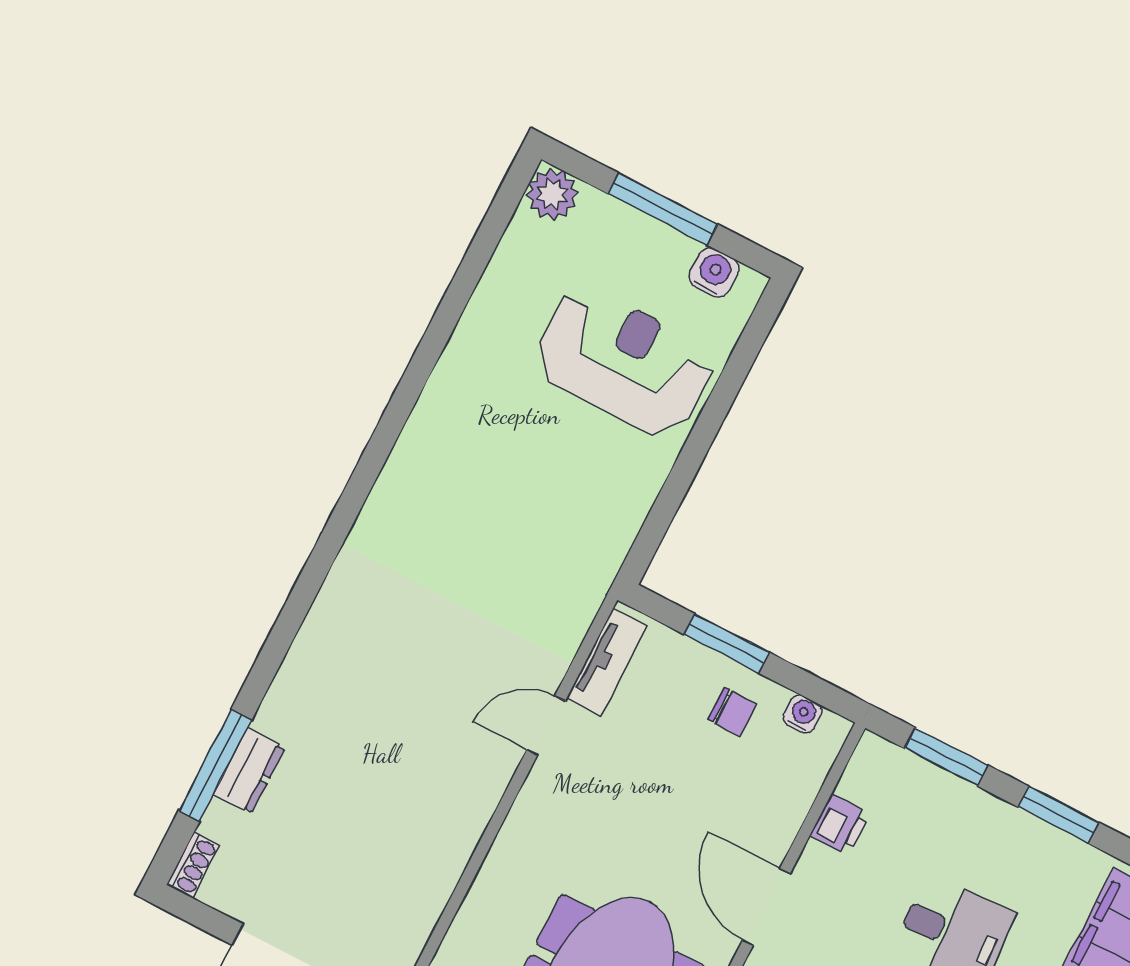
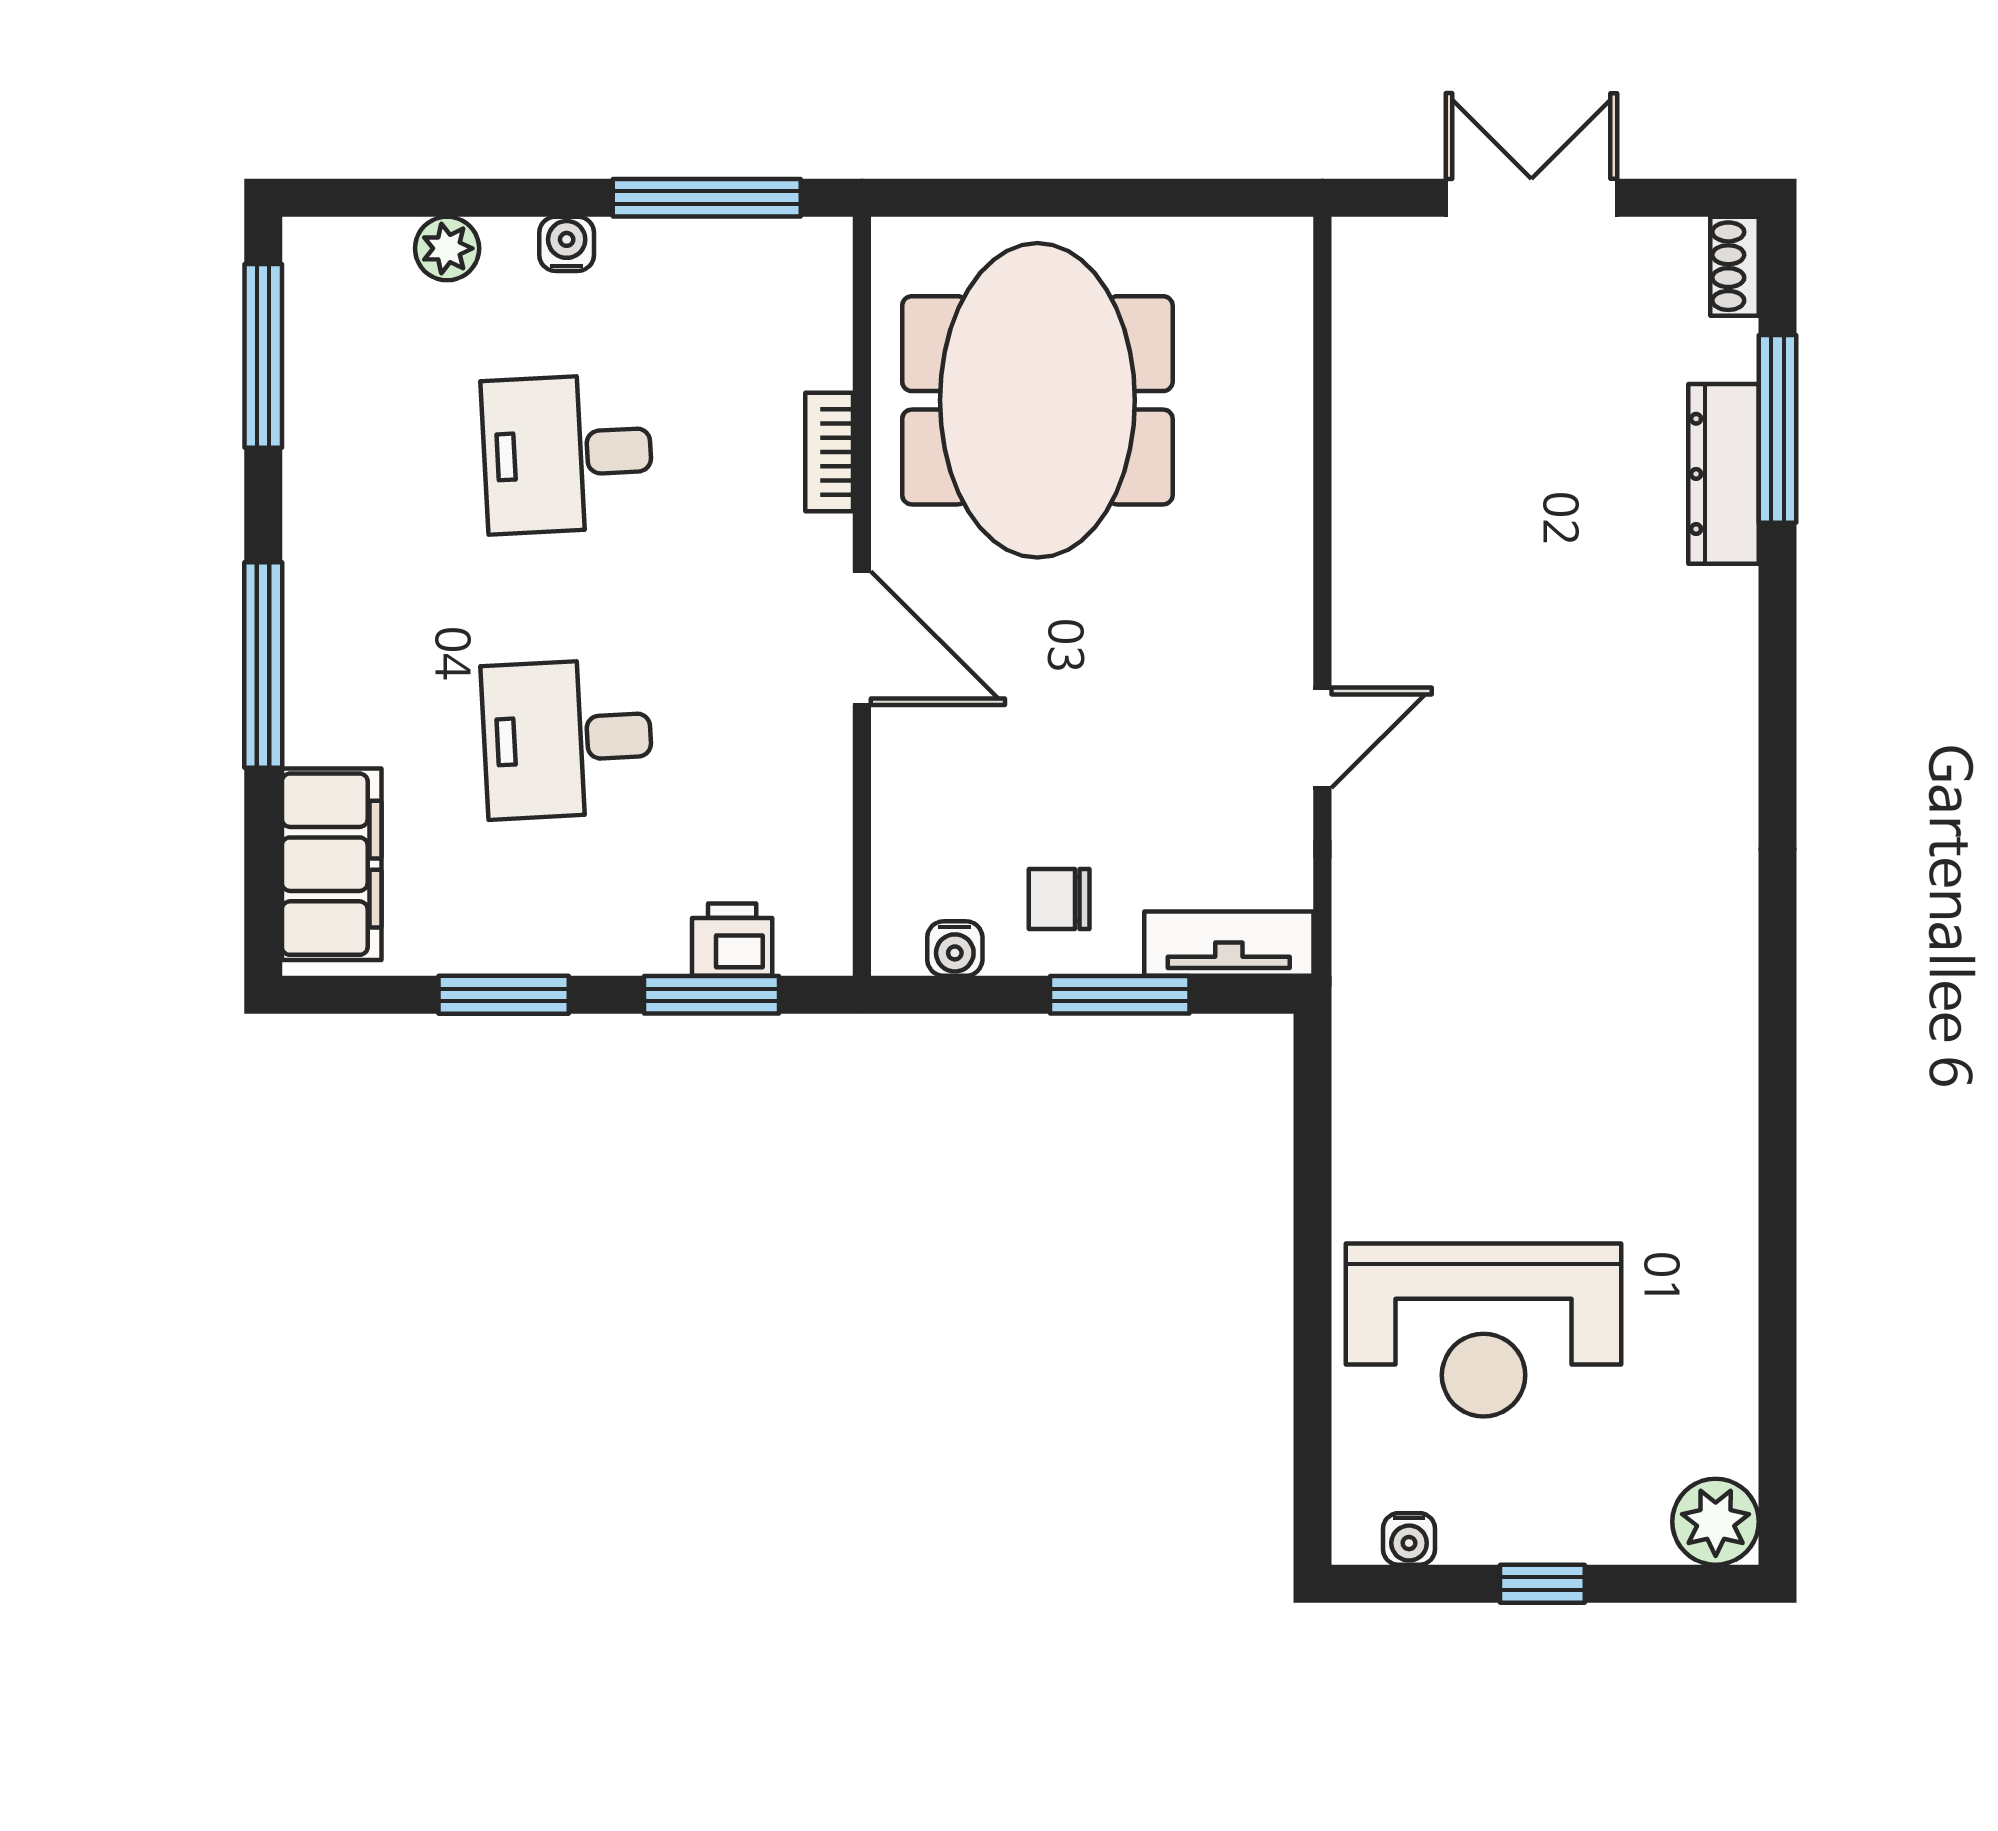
window: (663, 209) -> (1542, 1584), width x0.46
water cooler: (714, 273) -> (1409, 1539), width x0.72, depth x0.72
tv unit: (607, 662) -> (1229, 944), moved, turned 90
dresser: (249, 771) -> (1723, 474), width x1.44
printer: (840, 825) -> (732, 940), moved, turned 90

